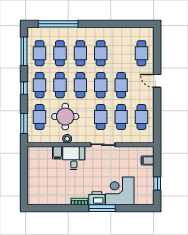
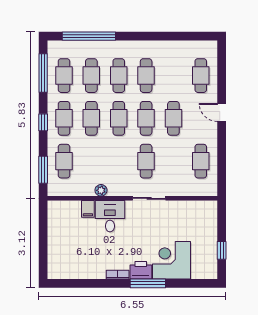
round table: (65, 117) -> (98, 161), removed
cafe table: (121, 117) -> (173, 161), removed
filing cabinet: (148, 160) -> (209, 219), removed

